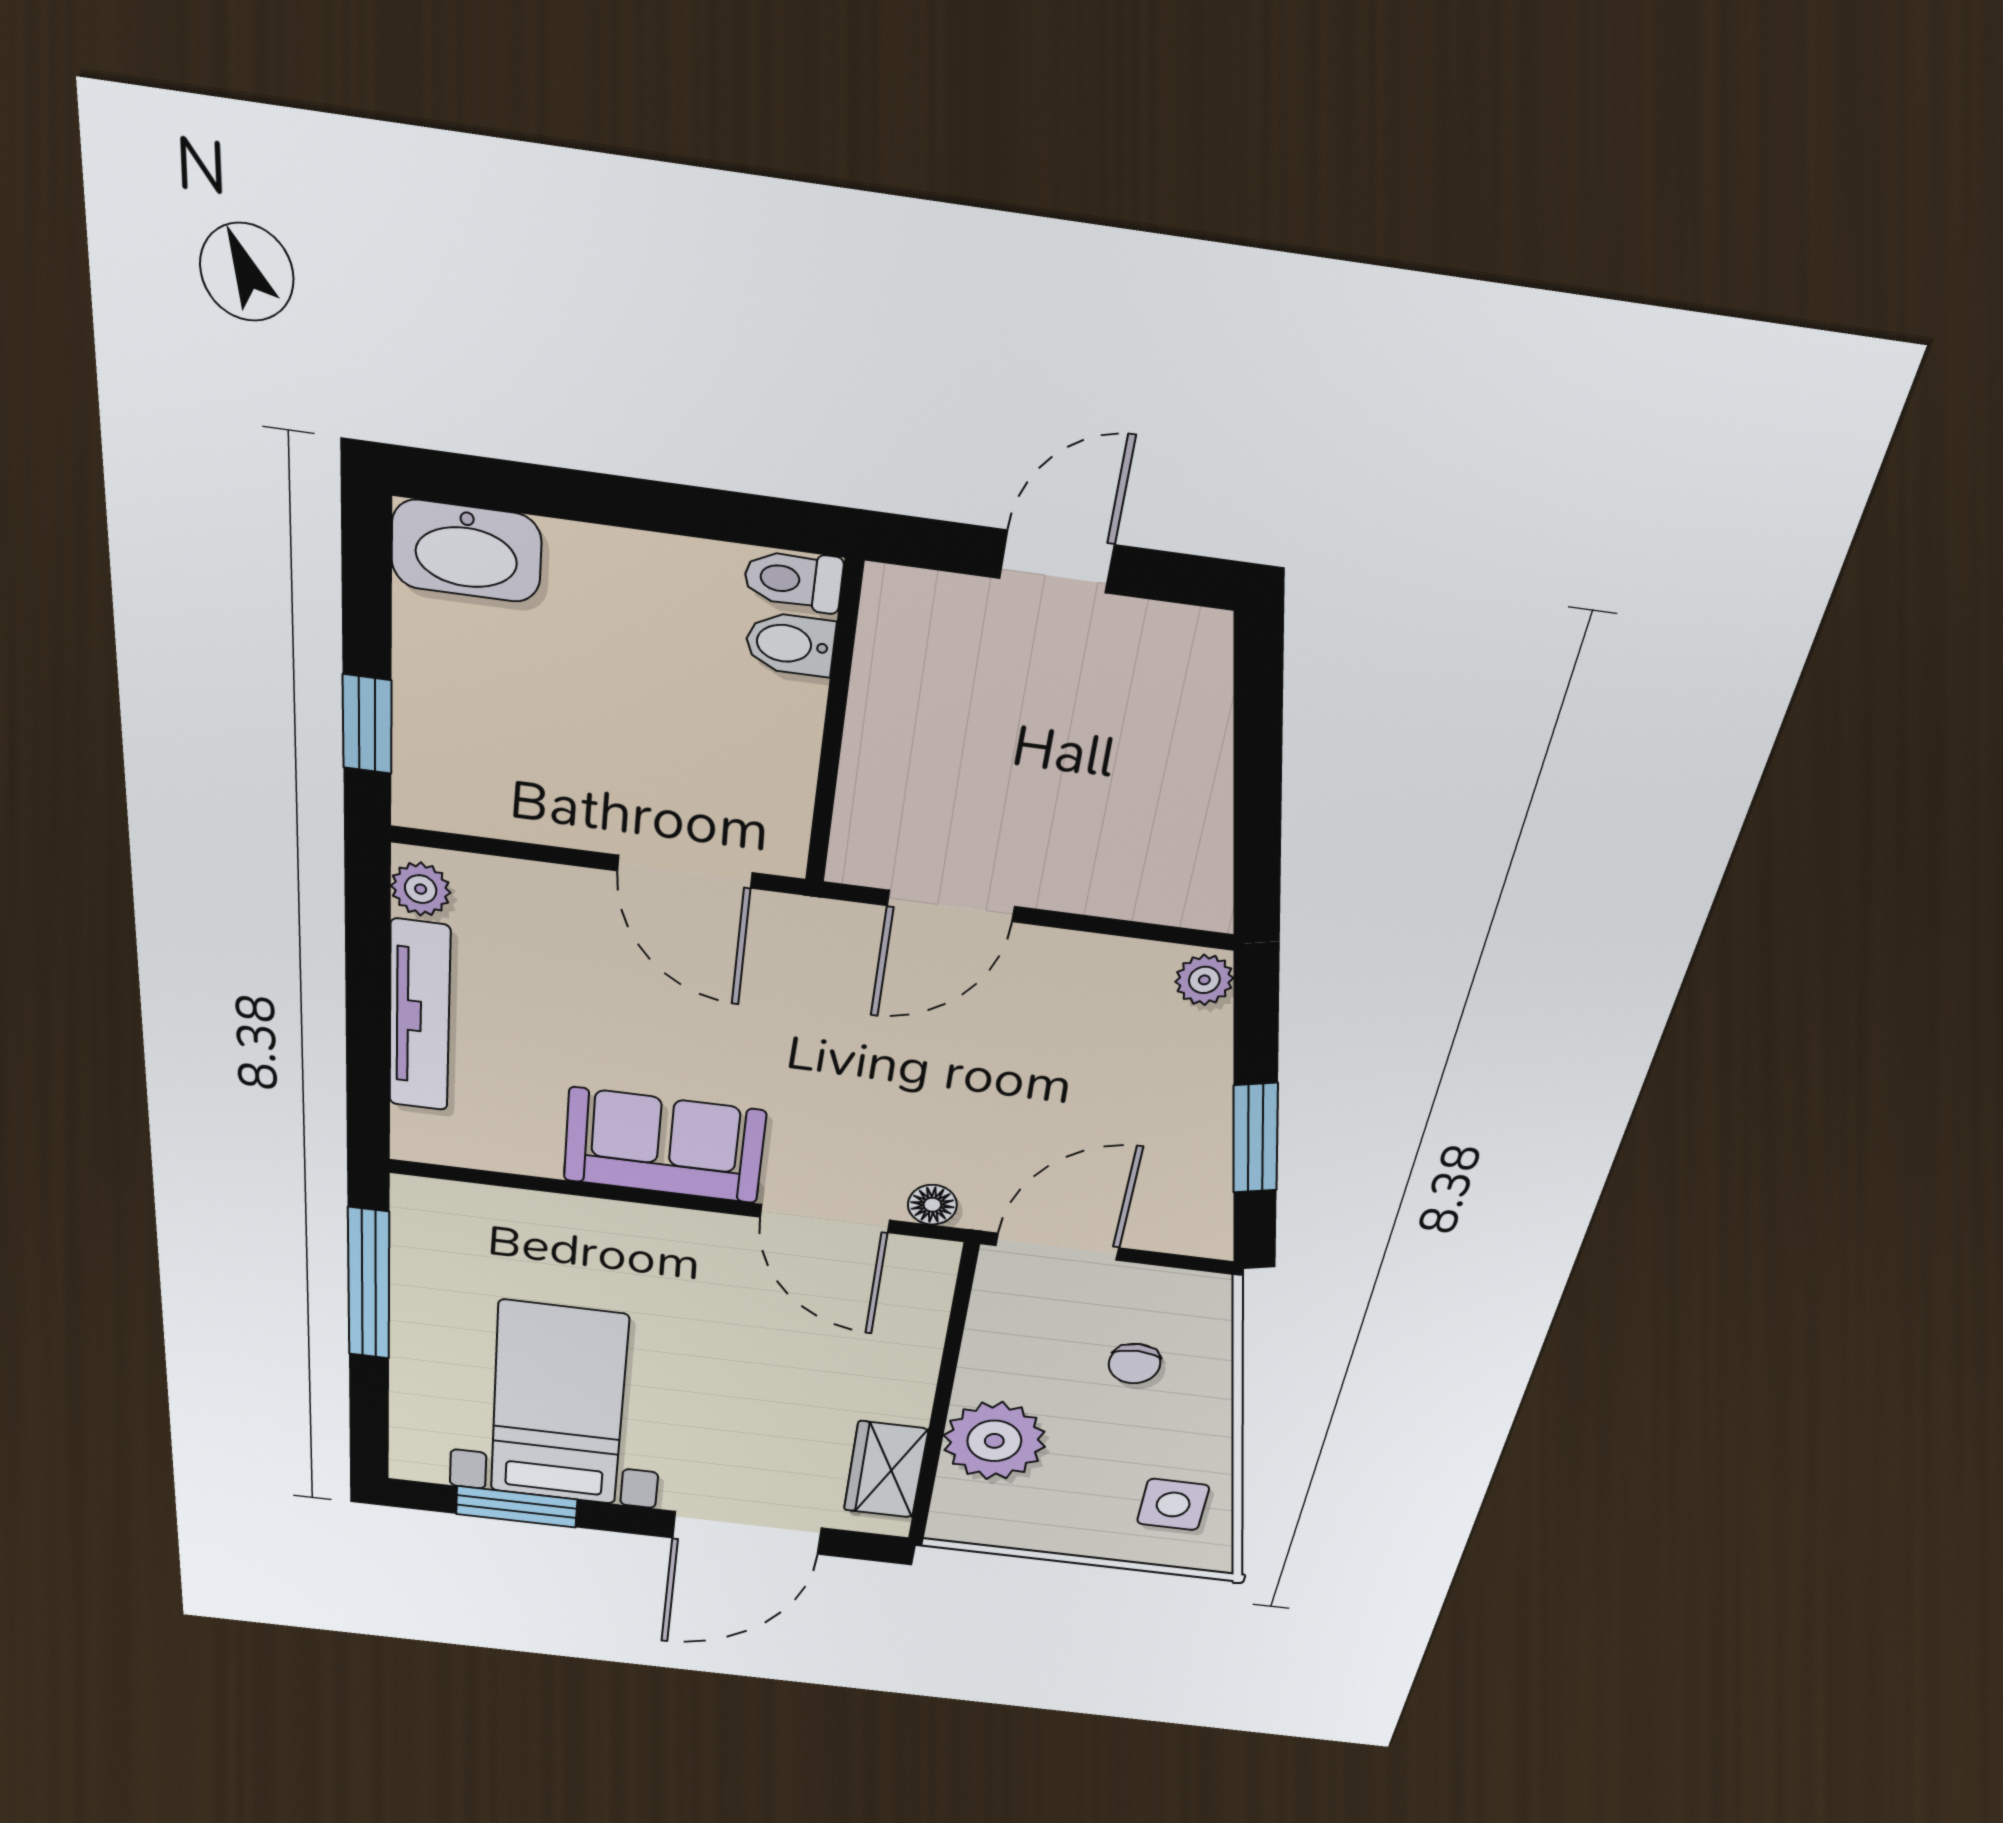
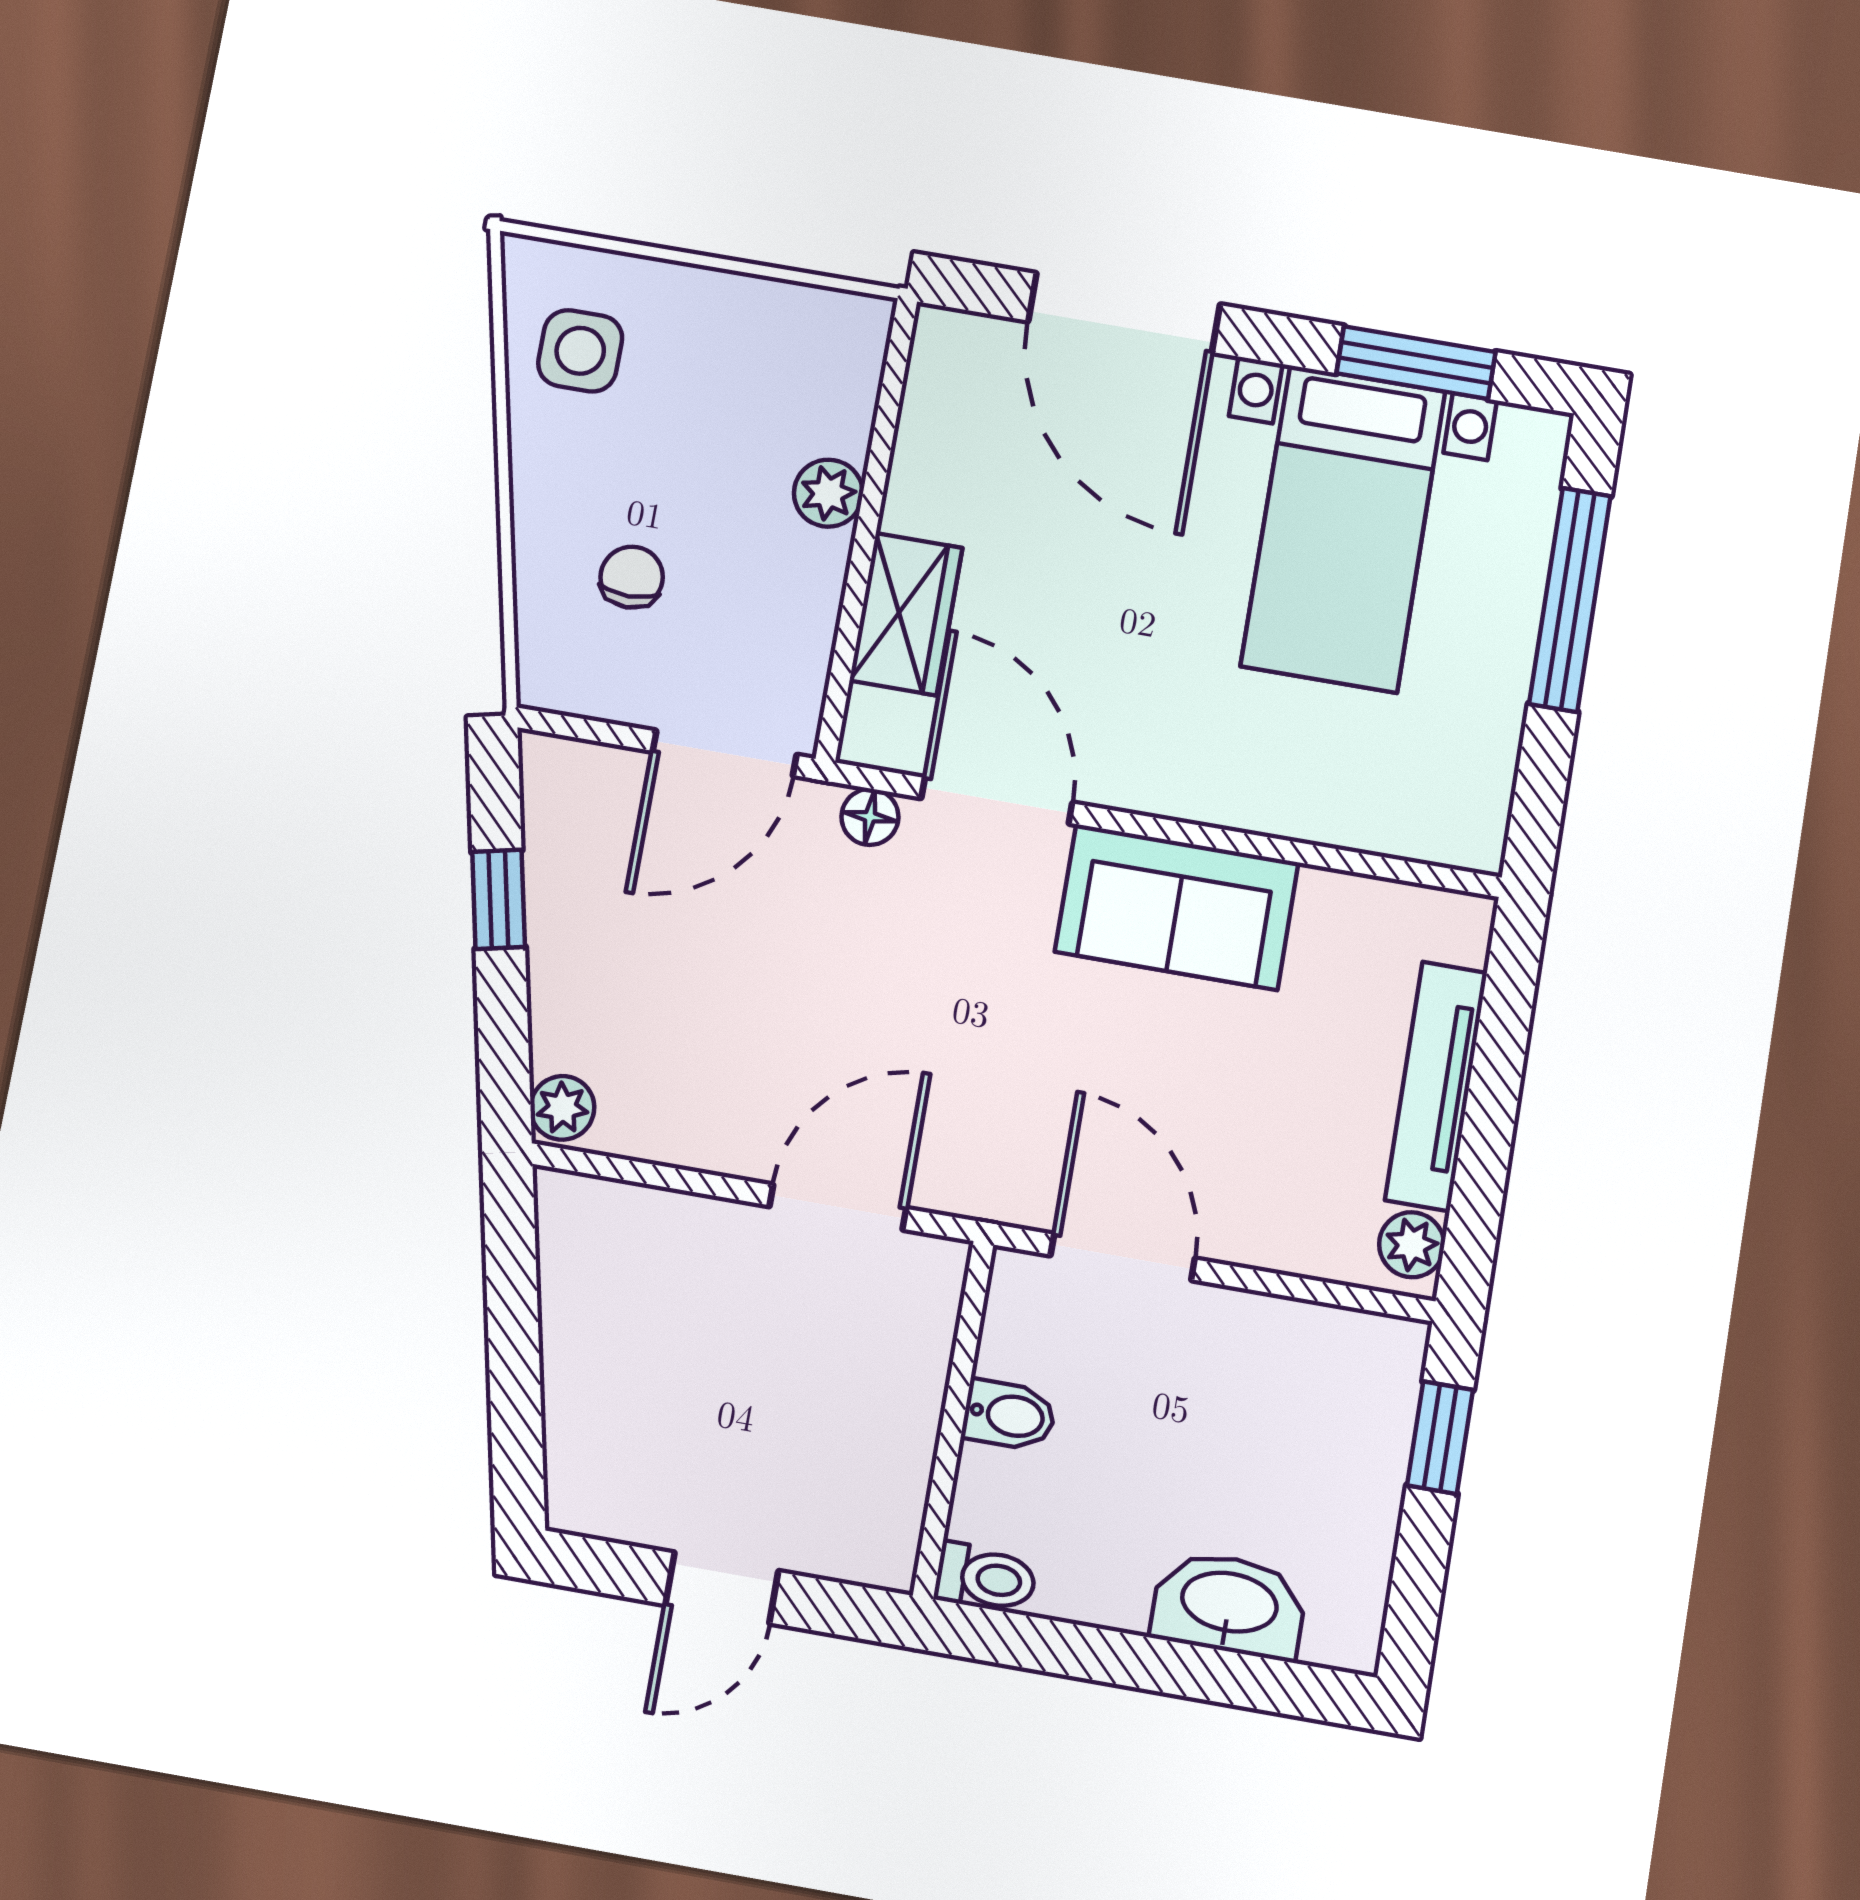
washbasin: (466, 551) -> (1229, 1605), moved
bidet: (790, 644) -> (1009, 1415), moved
window: (1255, 1138) -> (499, 899), width x0.67
window: (369, 1284) -> (1570, 600), moved
plant: (994, 1441) -> (828, 493), width x0.53, depth x0.53
wardrobe: (886, 1470) -> (906, 614), moved
door: (747, 1533) -> (1124, 313), swing flipped

